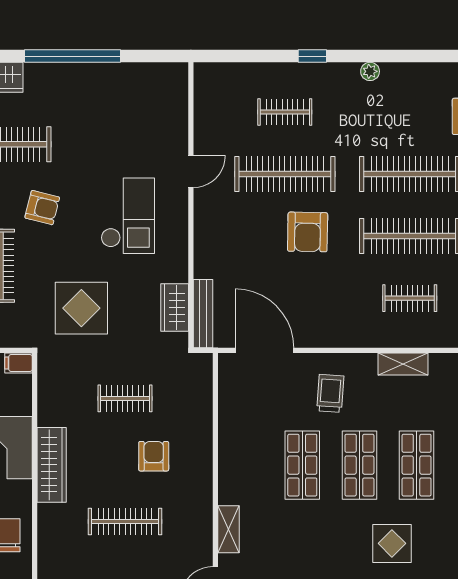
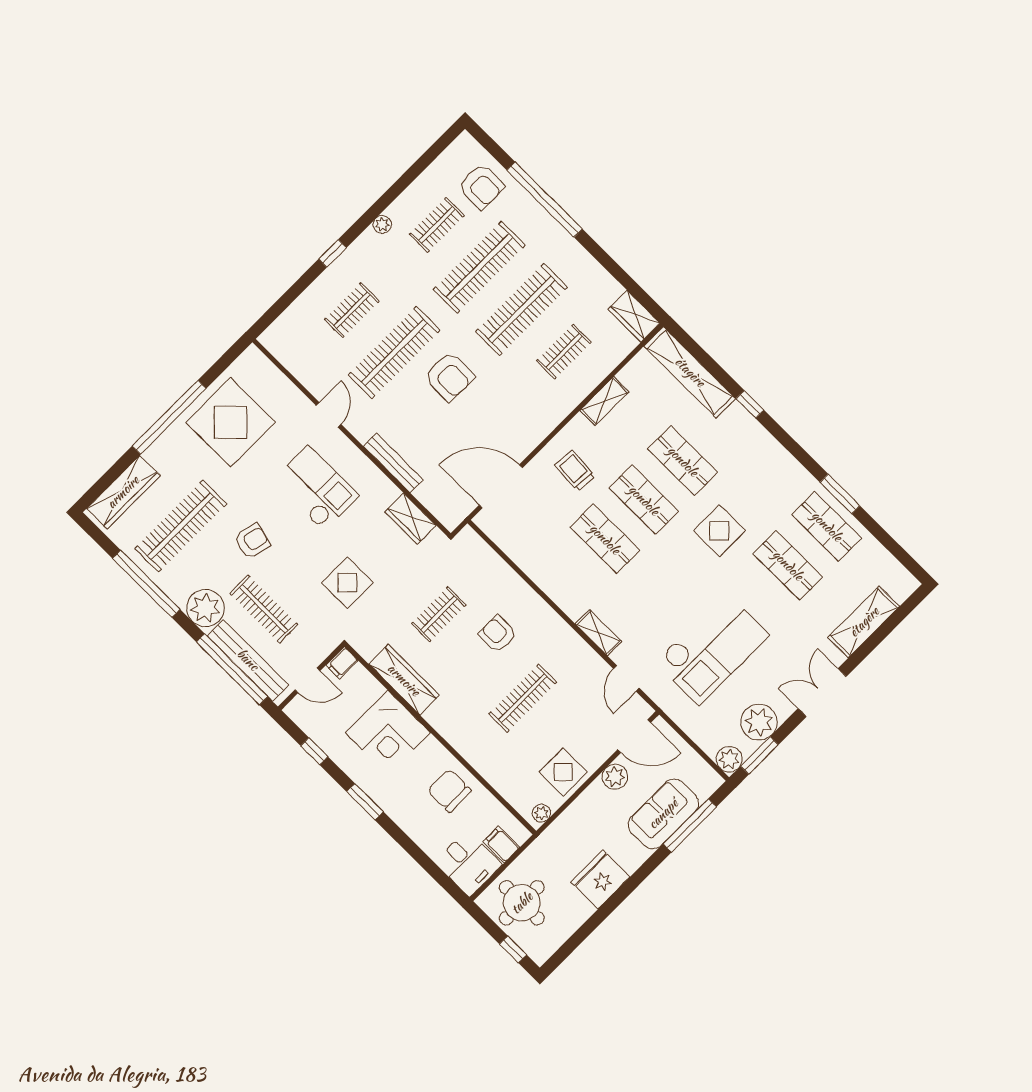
display table: (114, 105) -> (231, 422), added
clothes rail: (410, 112) -> (437, 225), added
display table: (81, 308) -> (347, 583), width x0.73, depth x0.73
bench: (203, 314) -> (393, 463), moved
wardrobe: (52, 465) -> (404, 680), moved

